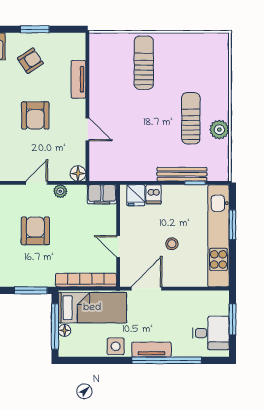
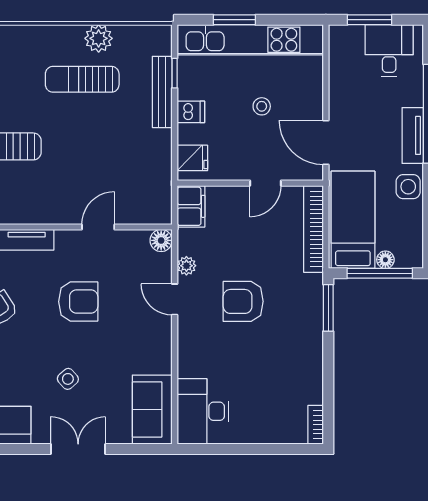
dishwasher: (154, 194) -> (191, 112), moved

